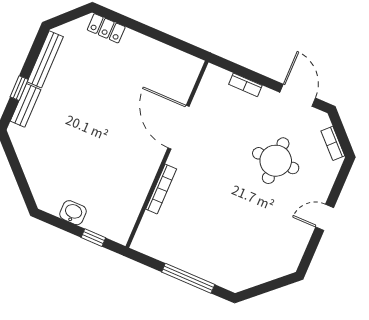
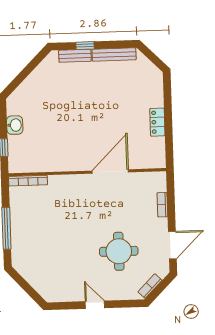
locker: (106, 28) -> (157, 122), moved
bookcase: (161, 189) -> (28, 181), moved

